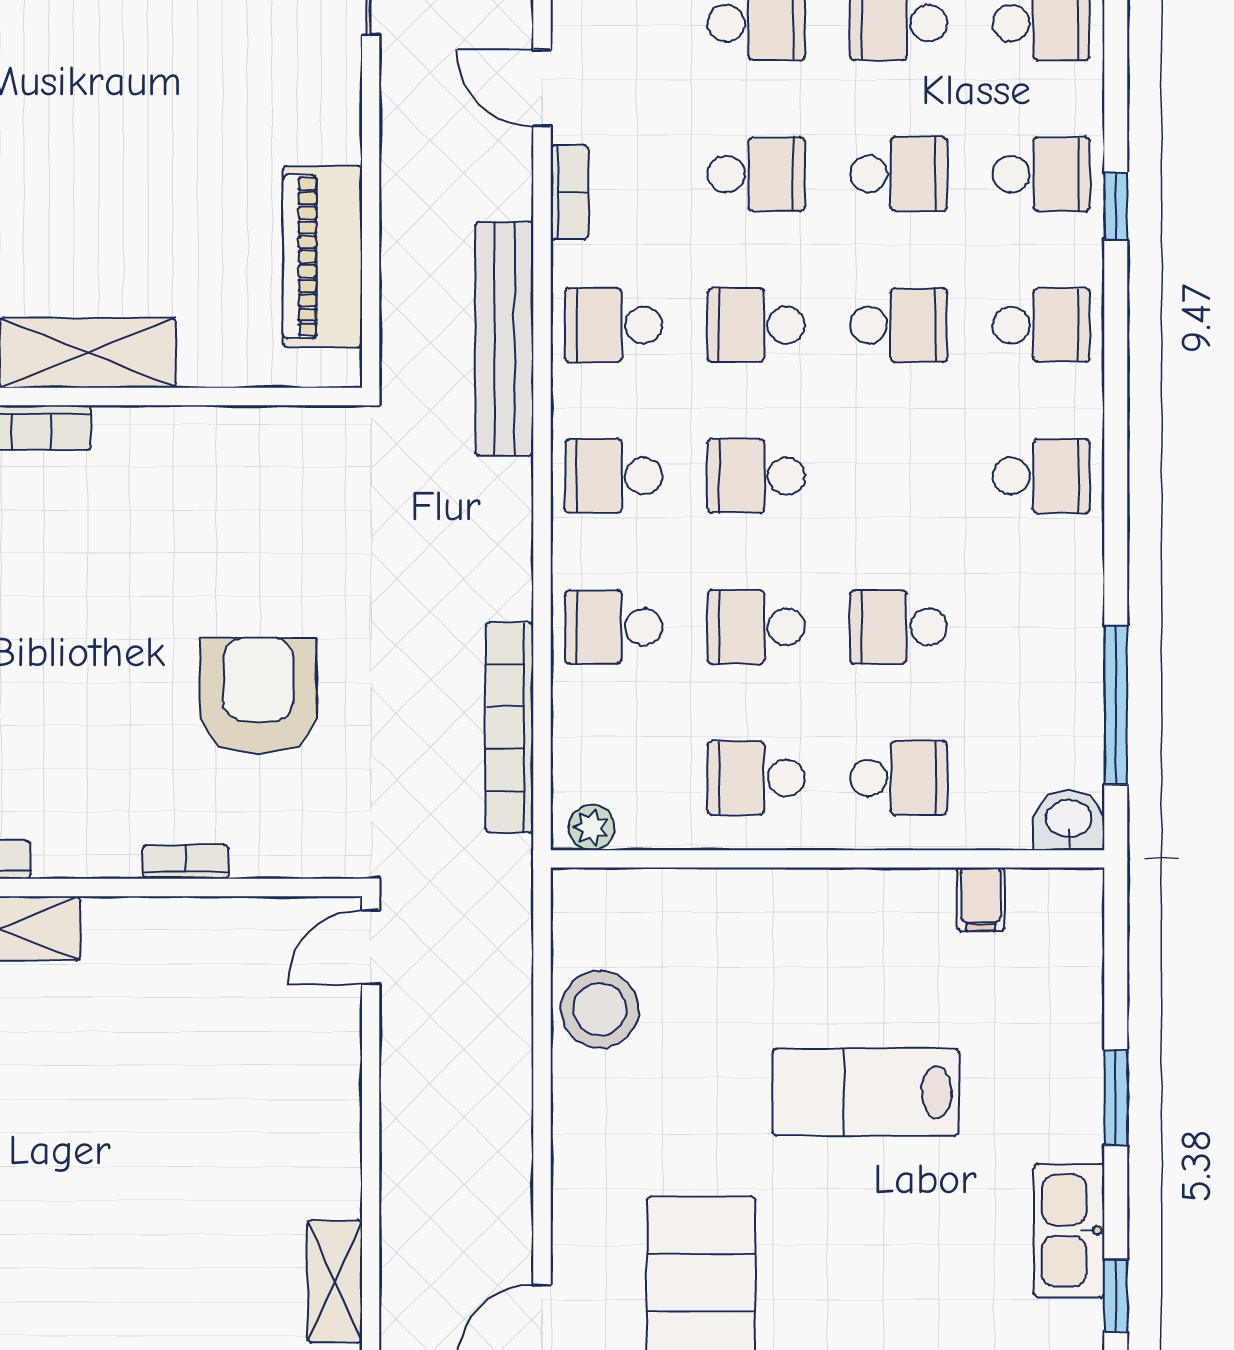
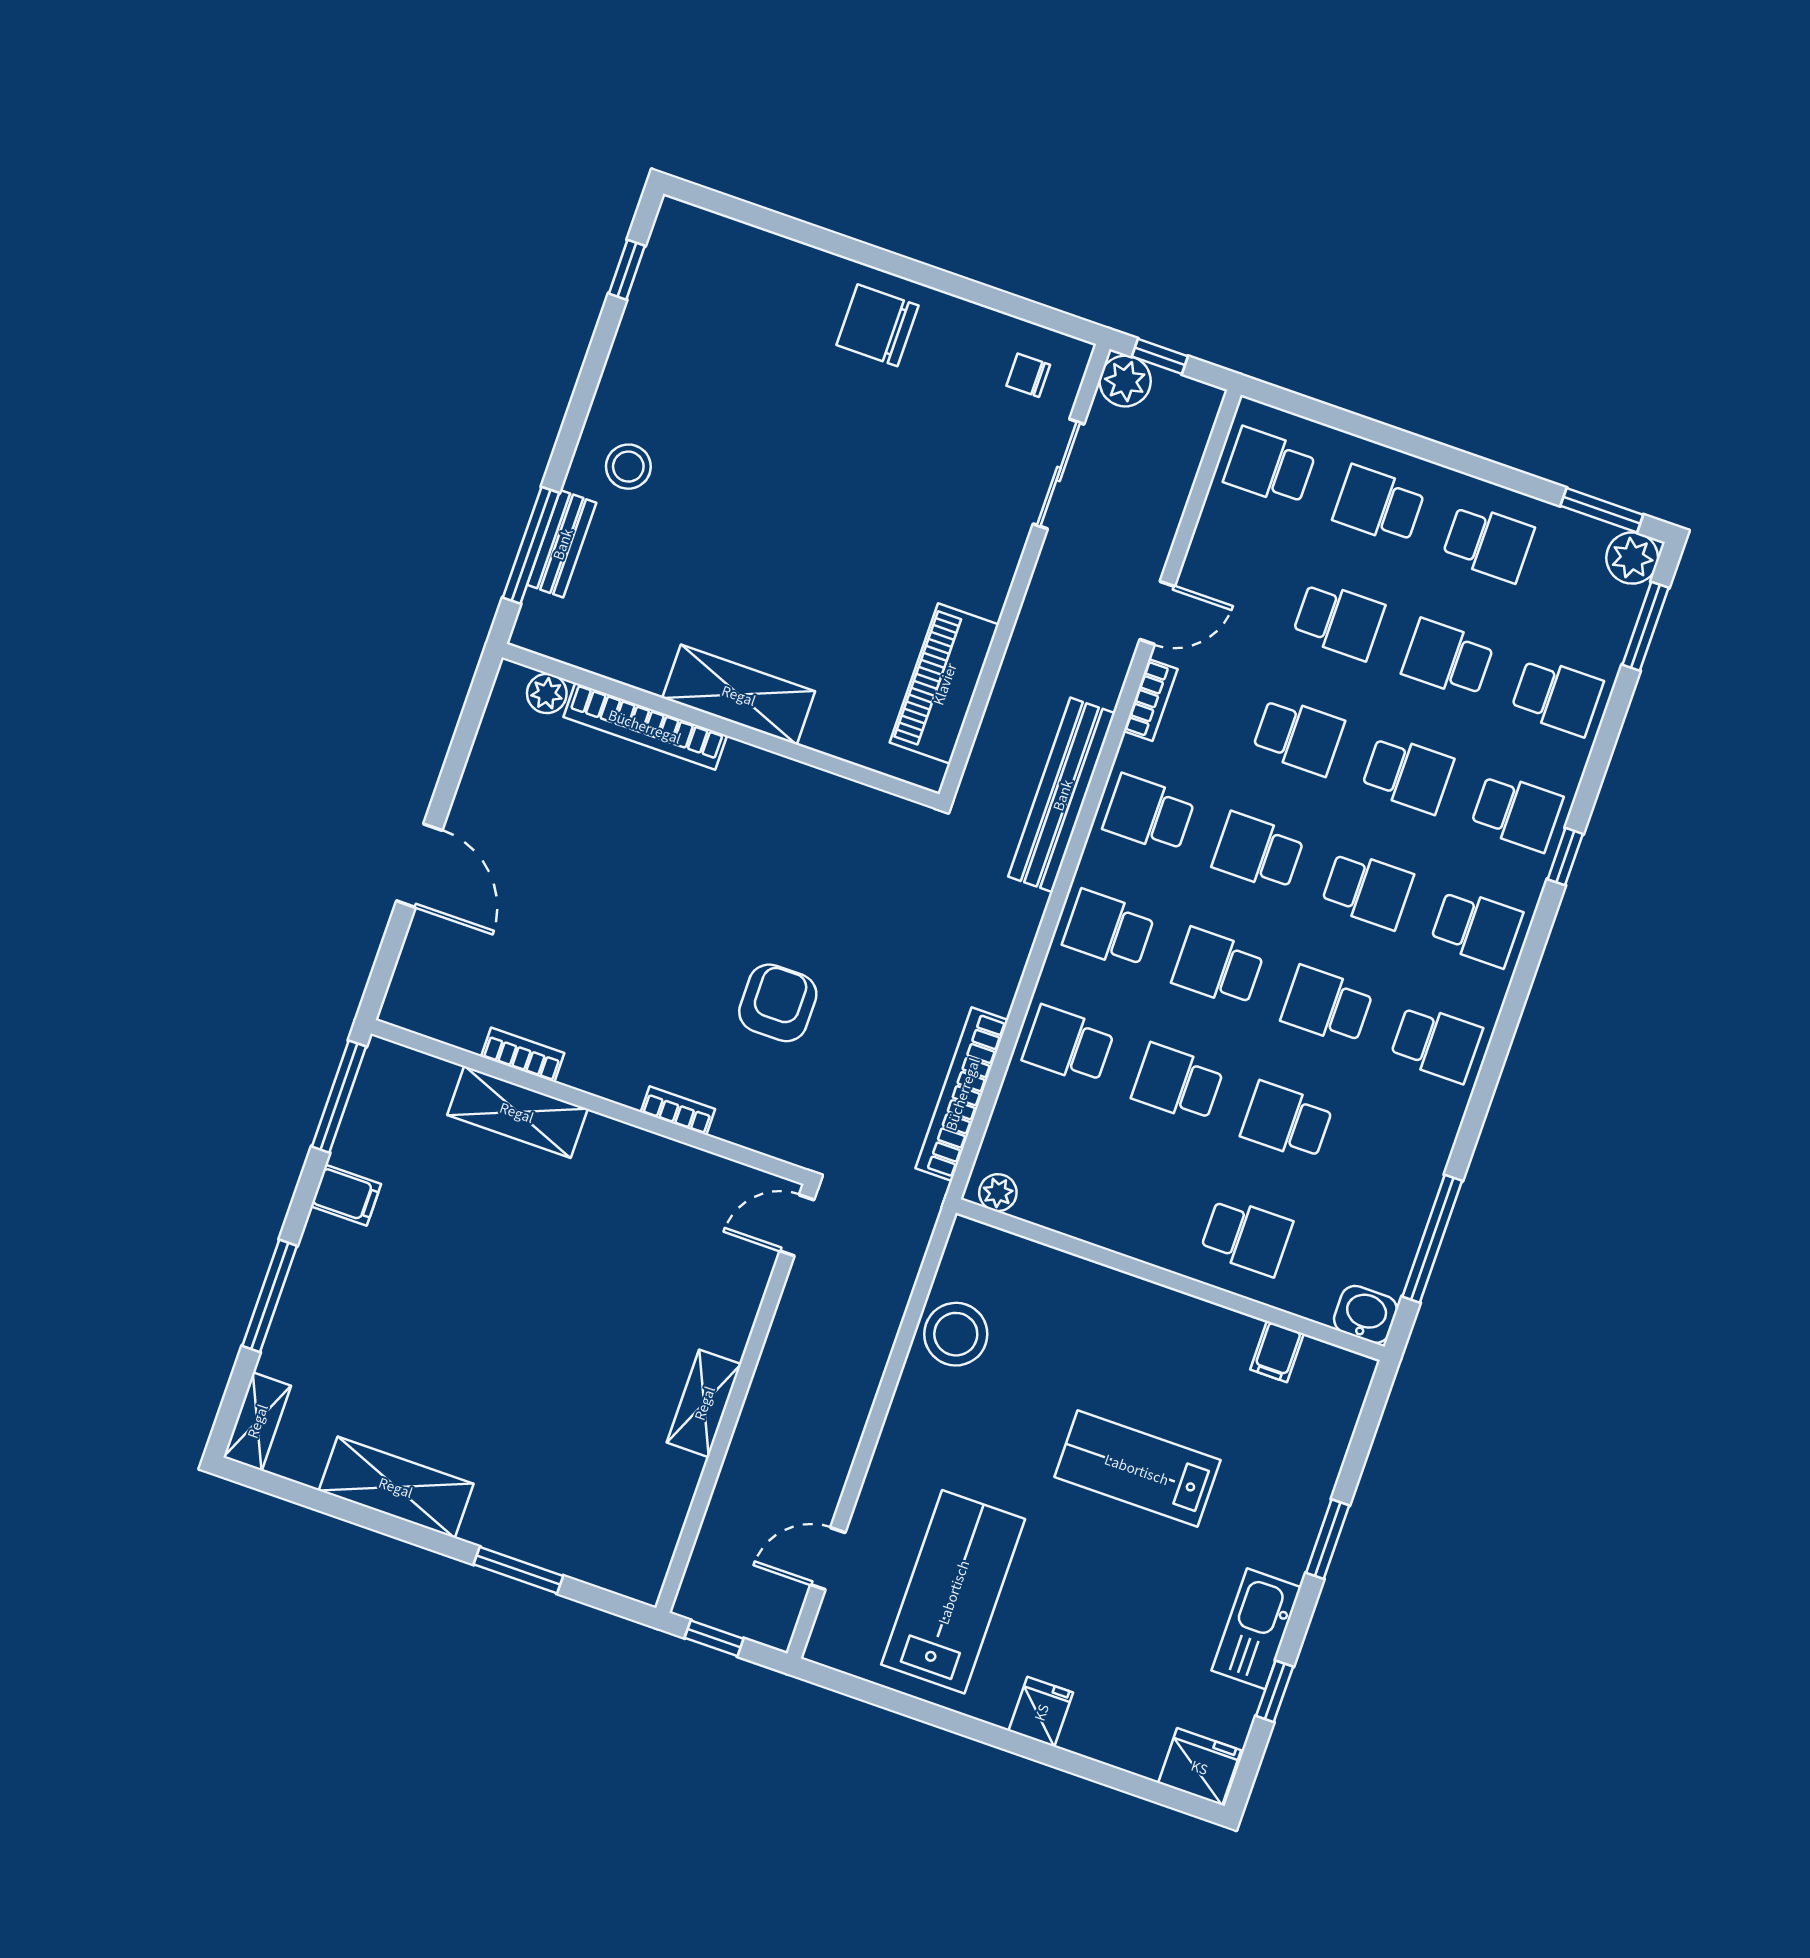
door: (542, 88) -> (1157, 613), swing flipped
armchair: (258, 696) -> (778, 1003), width x0.73, depth x0.73
school desk: (756, 778) -> (1327, 1005), moved
shelving: (335, 1281) -> (704, 1403), moved

